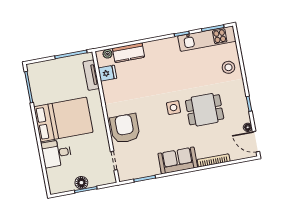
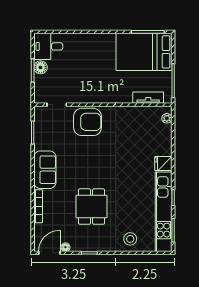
kitchen unit: (207, 39) -> (164, 212), width x1.36
kitchen counter: (128, 53) -> (164, 140), removed
fridge: (107, 73) -> (163, 164), moved, turned 90
side table: (173, 108) -> (100, 175), removed
bed: (63, 120) -> (144, 52), moved, turned 90
desk: (56, 153) -> (48, 46), moved, turned -90

